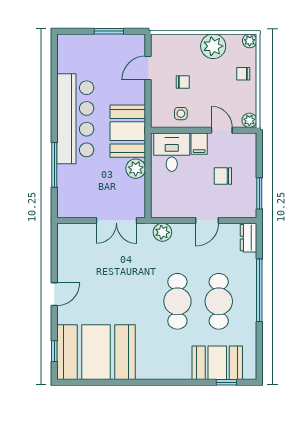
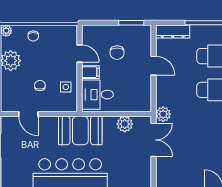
plant: (249, 120) -> (71, 31), removed
door: (222, 130) -> (79, 53), swing flipped
plant: (136, 169) -> (125, 124), moved
plant: (162, 232) -> (163, 114), moved
dresser: (249, 238) -> (173, 32), width x1.44

